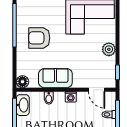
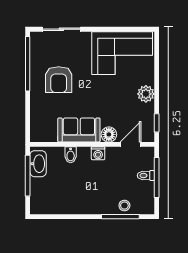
armchair: (39, 38) -> (59, 80), turned -90
floor lamp: (22, 82) -> (109, 134), moved
door: (97, 90) -> (131, 144), swing flipped

